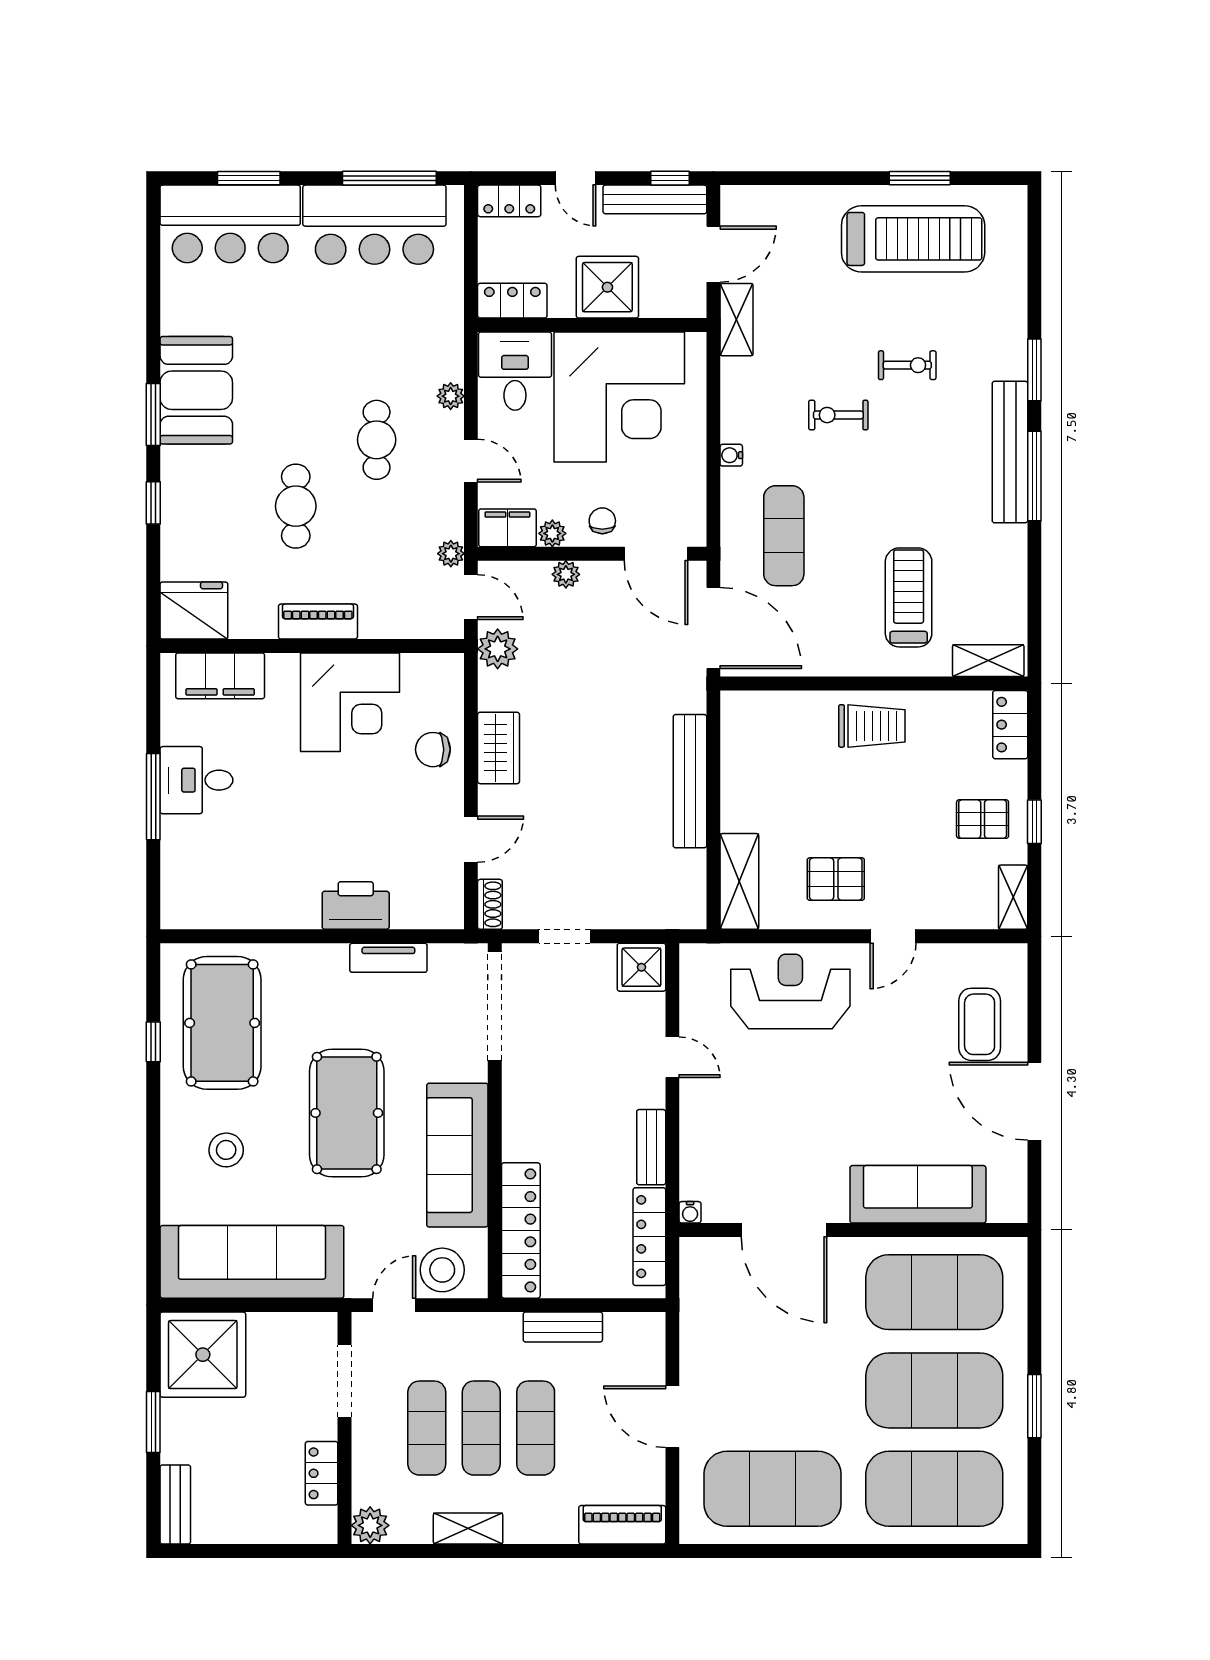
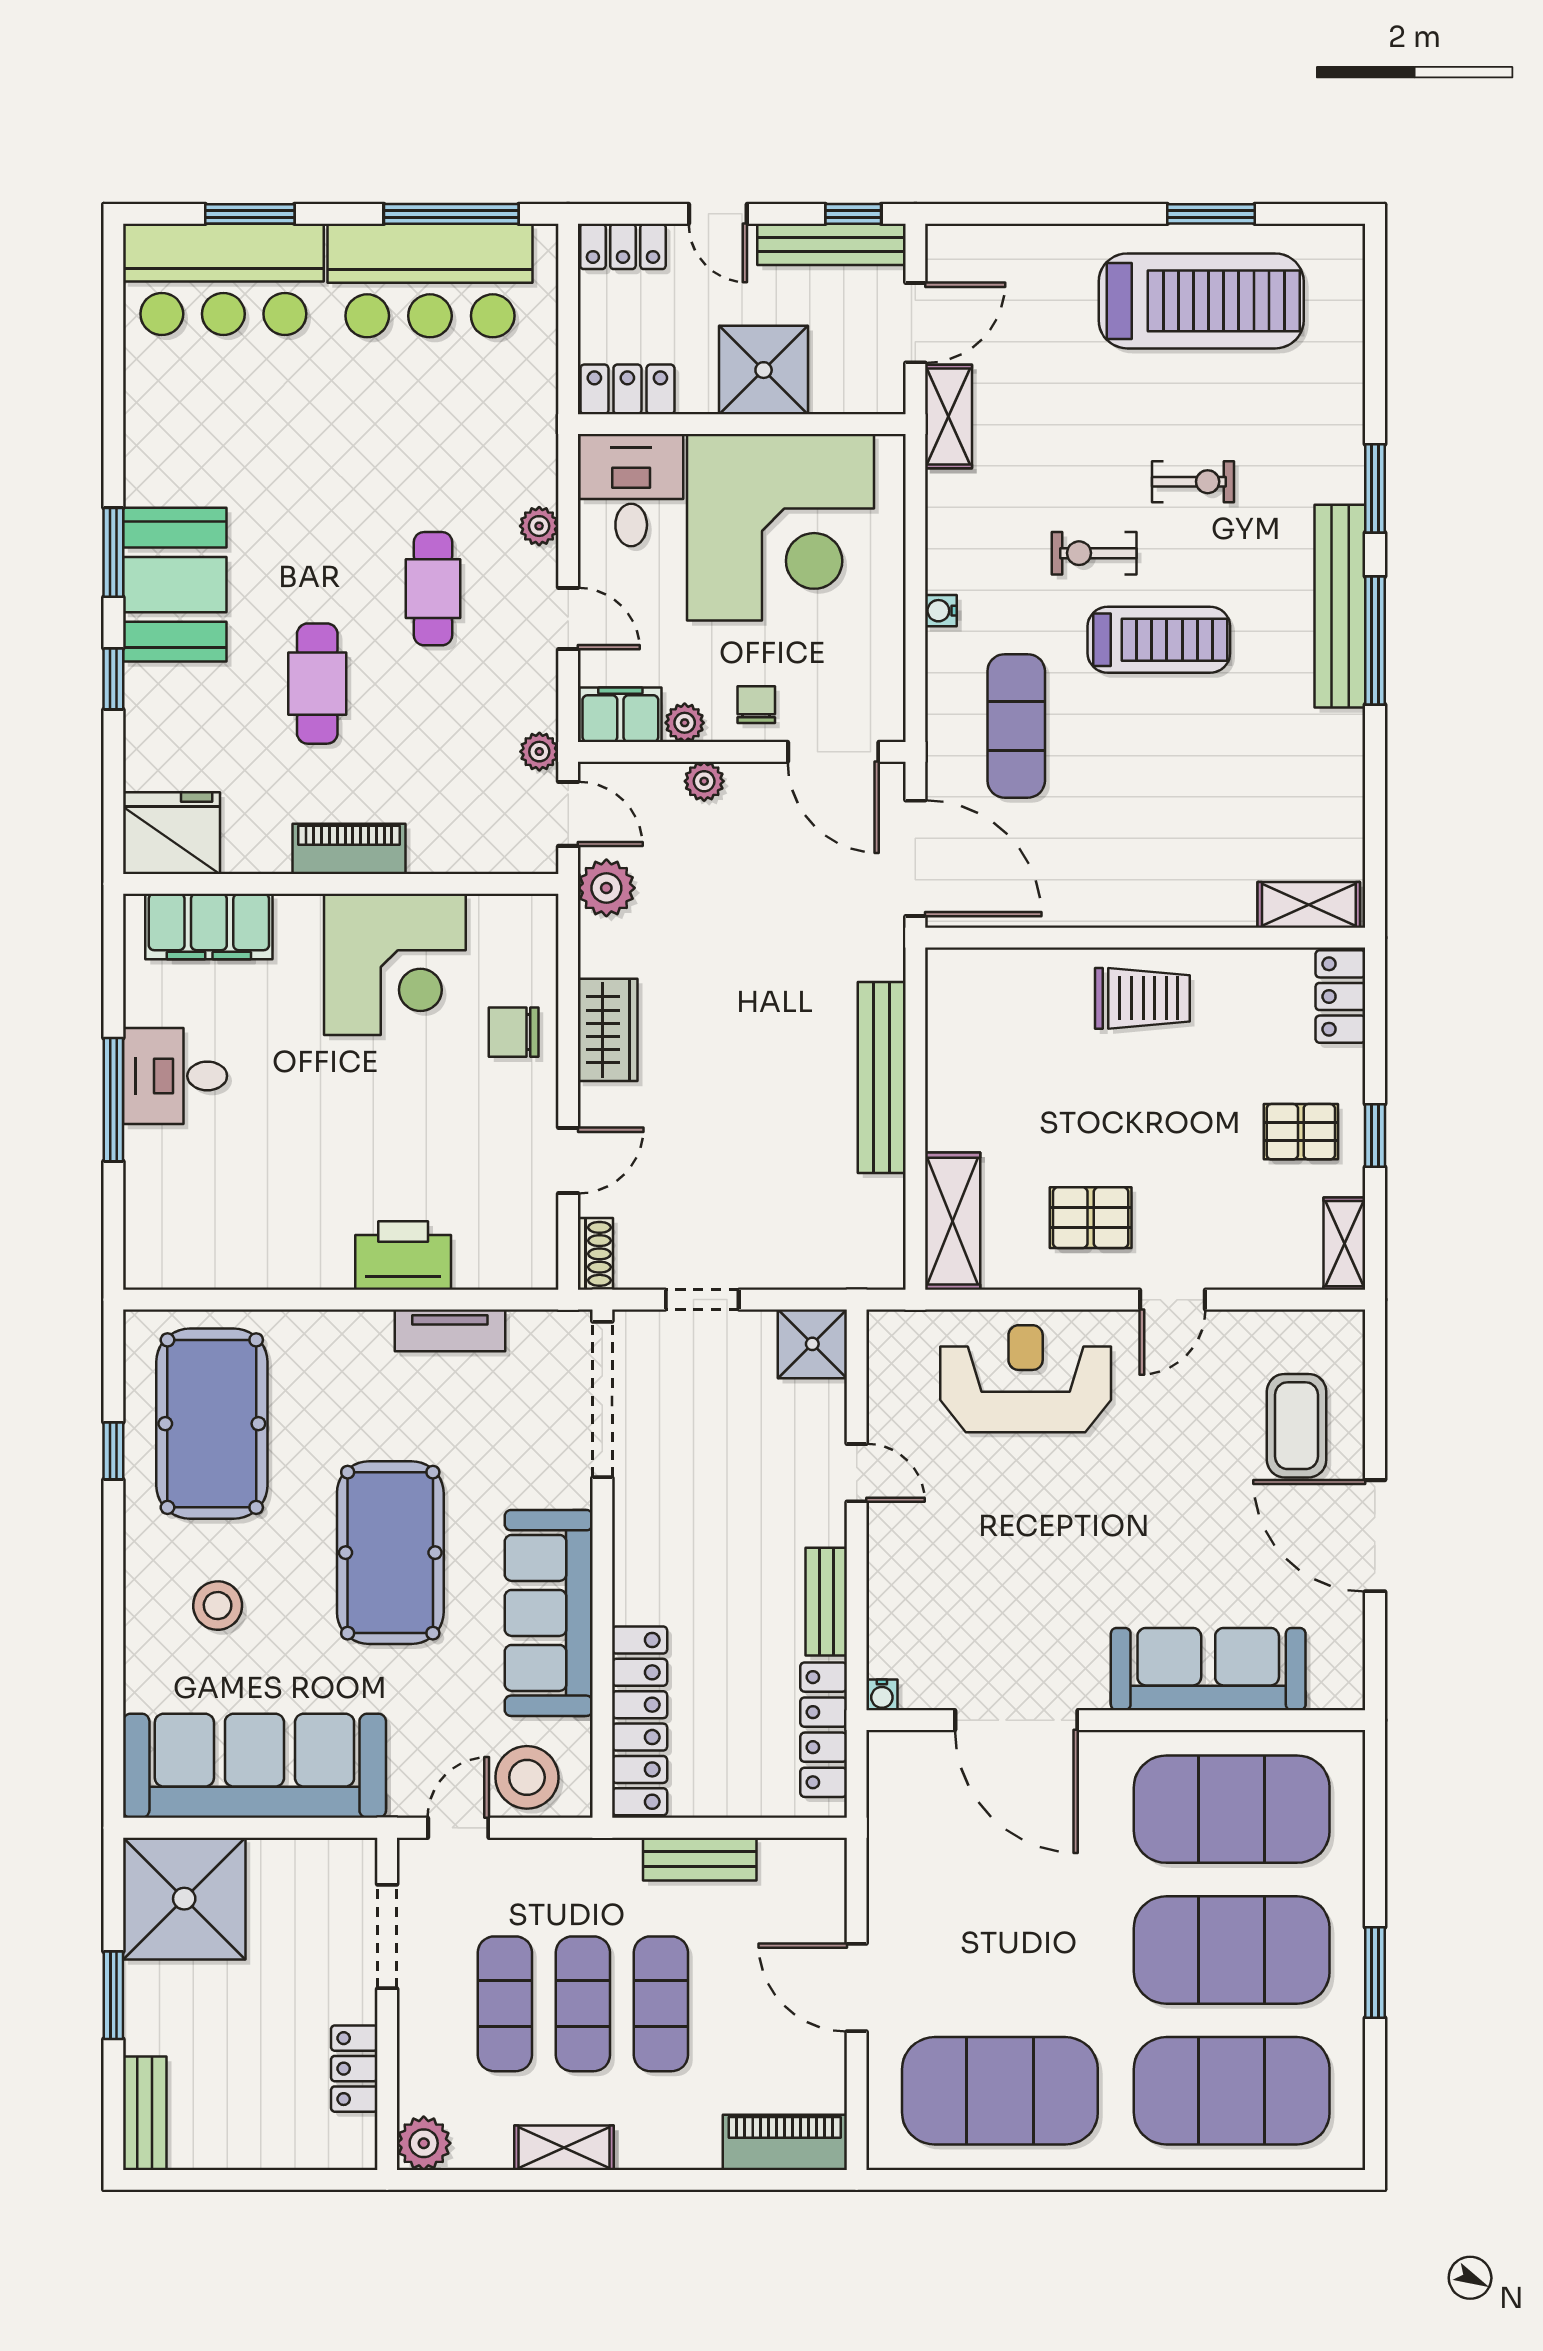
booth: (196, 390) -> (175, 585), moved
treadmill: (909, 597) -> (1159, 640), moved, turned 90

